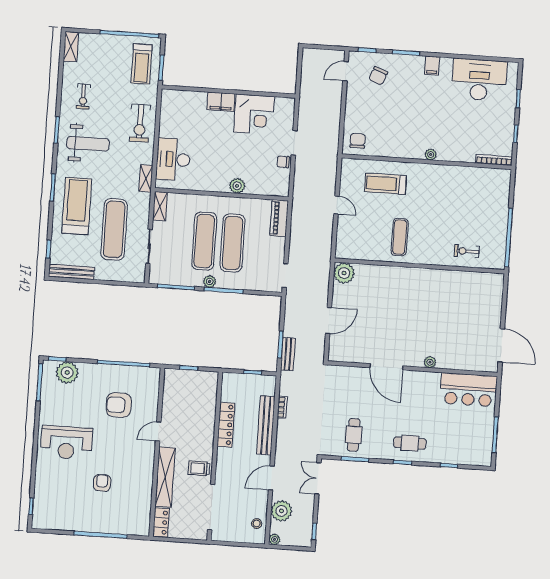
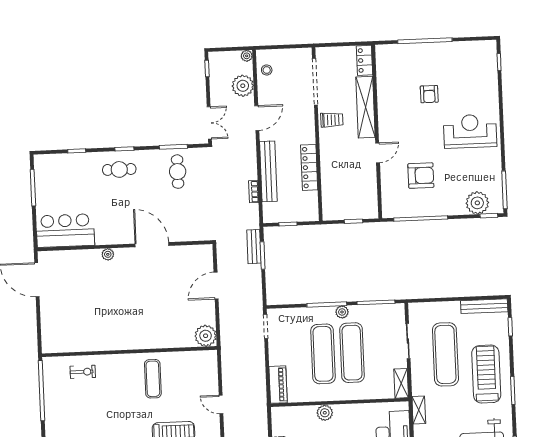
treadmill: (77, 206) -> (486, 374), turned 180

